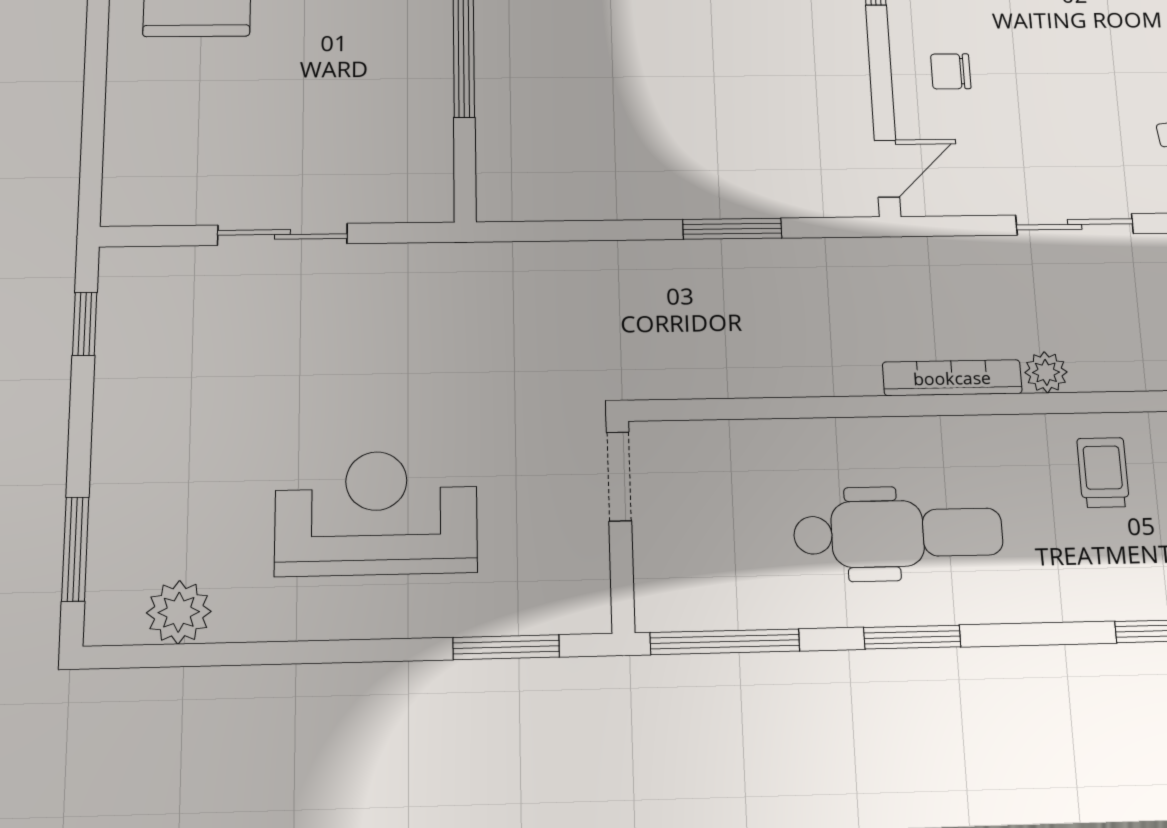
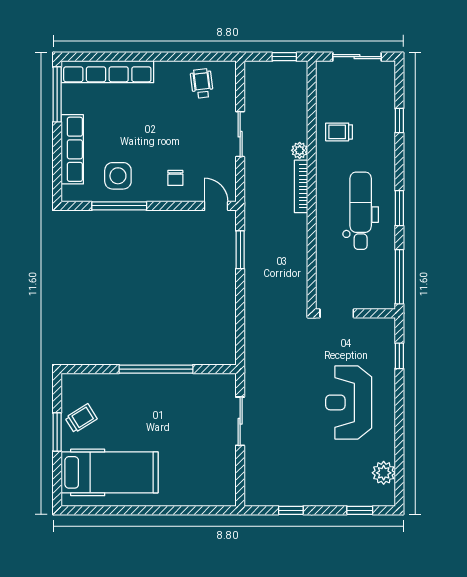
window: (732, 229) -> (240, 250), moved
sliding door: (282, 234) -> (240, 421), moved
window: (85, 324) -> (291, 510), moved
window: (75, 549) -> (360, 510), width x0.67
window: (506, 647) -> (399, 356), width x0.67

